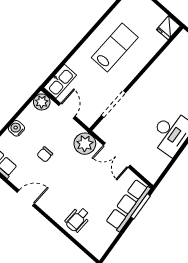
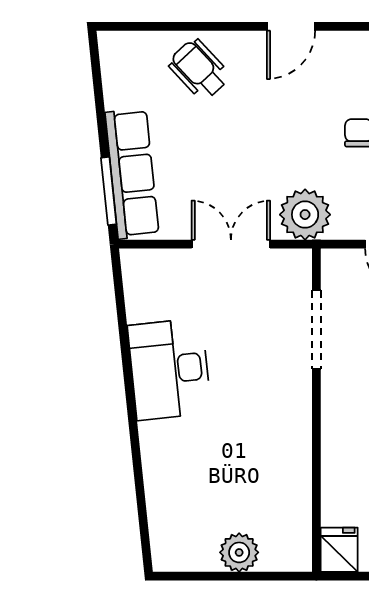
door: (26, 198) -> (291, 26), moved
wheelchair: (78, 219) -> (199, 69), turned -43

